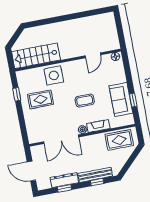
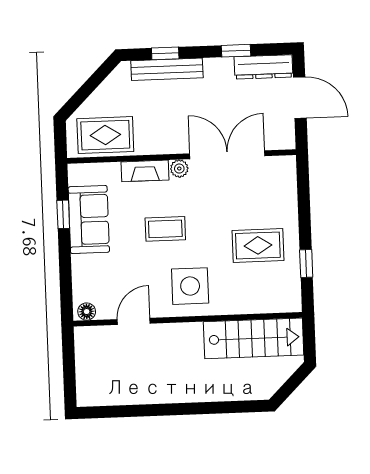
side table: (54, 75) -> (190, 286), moved
dresser: (64, 180) -> (264, 67), moved

